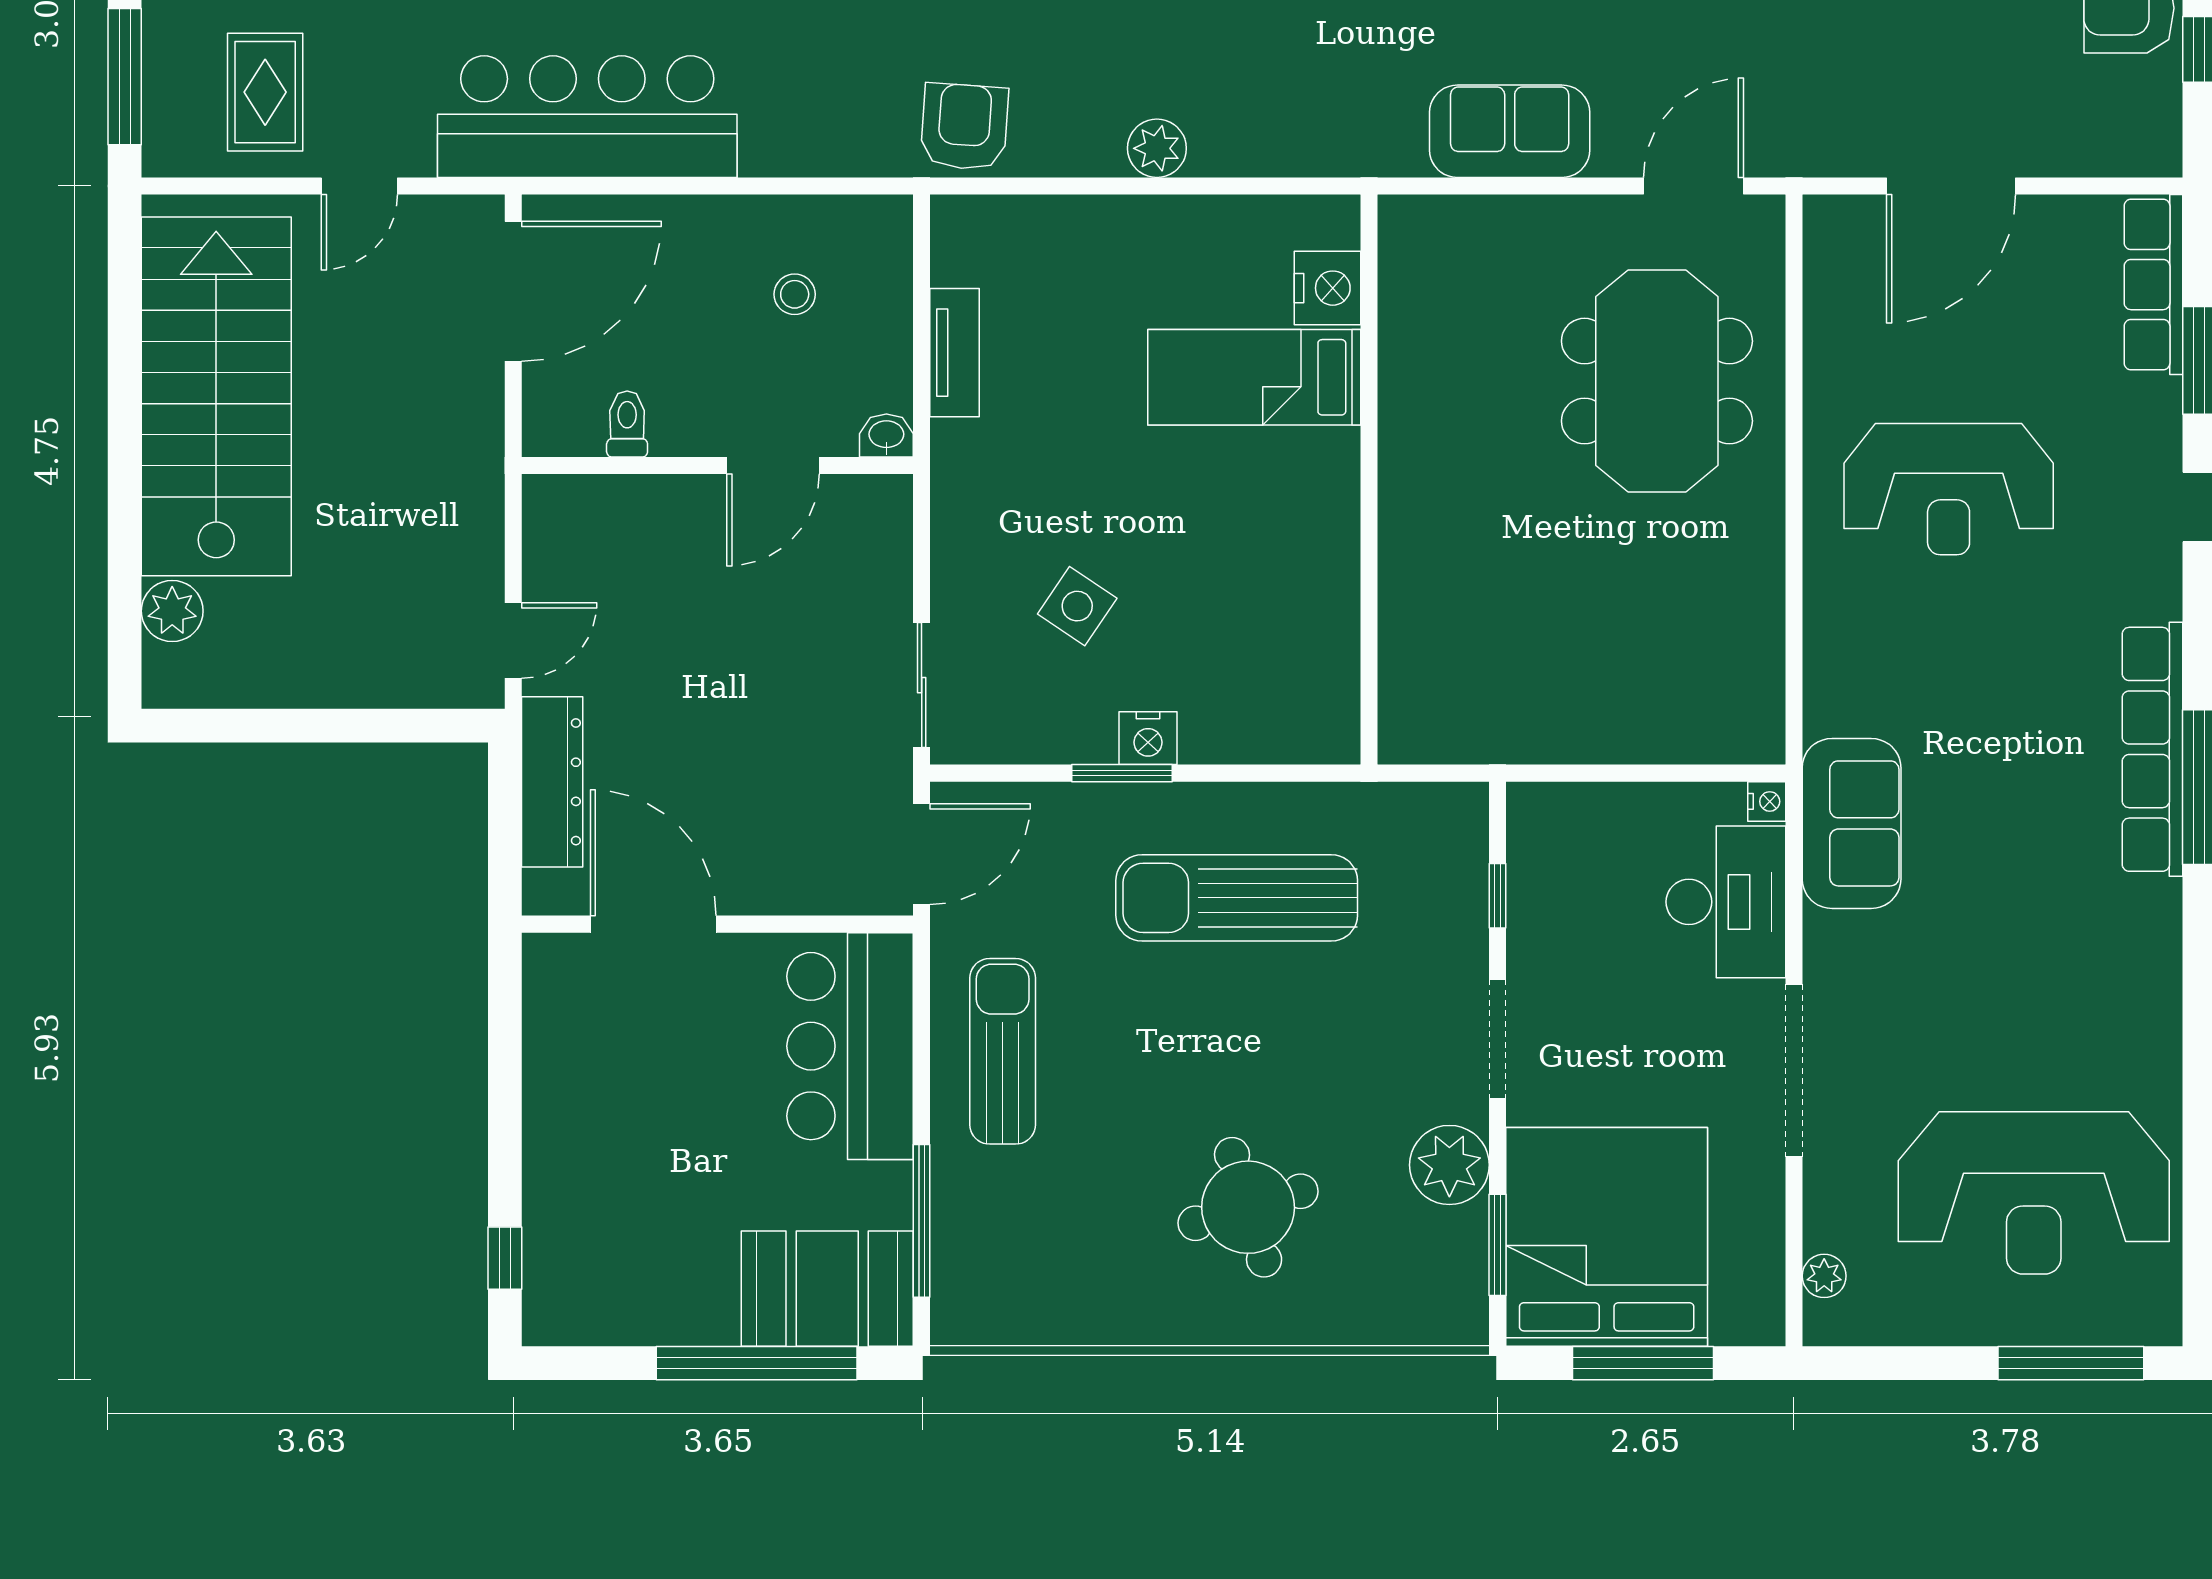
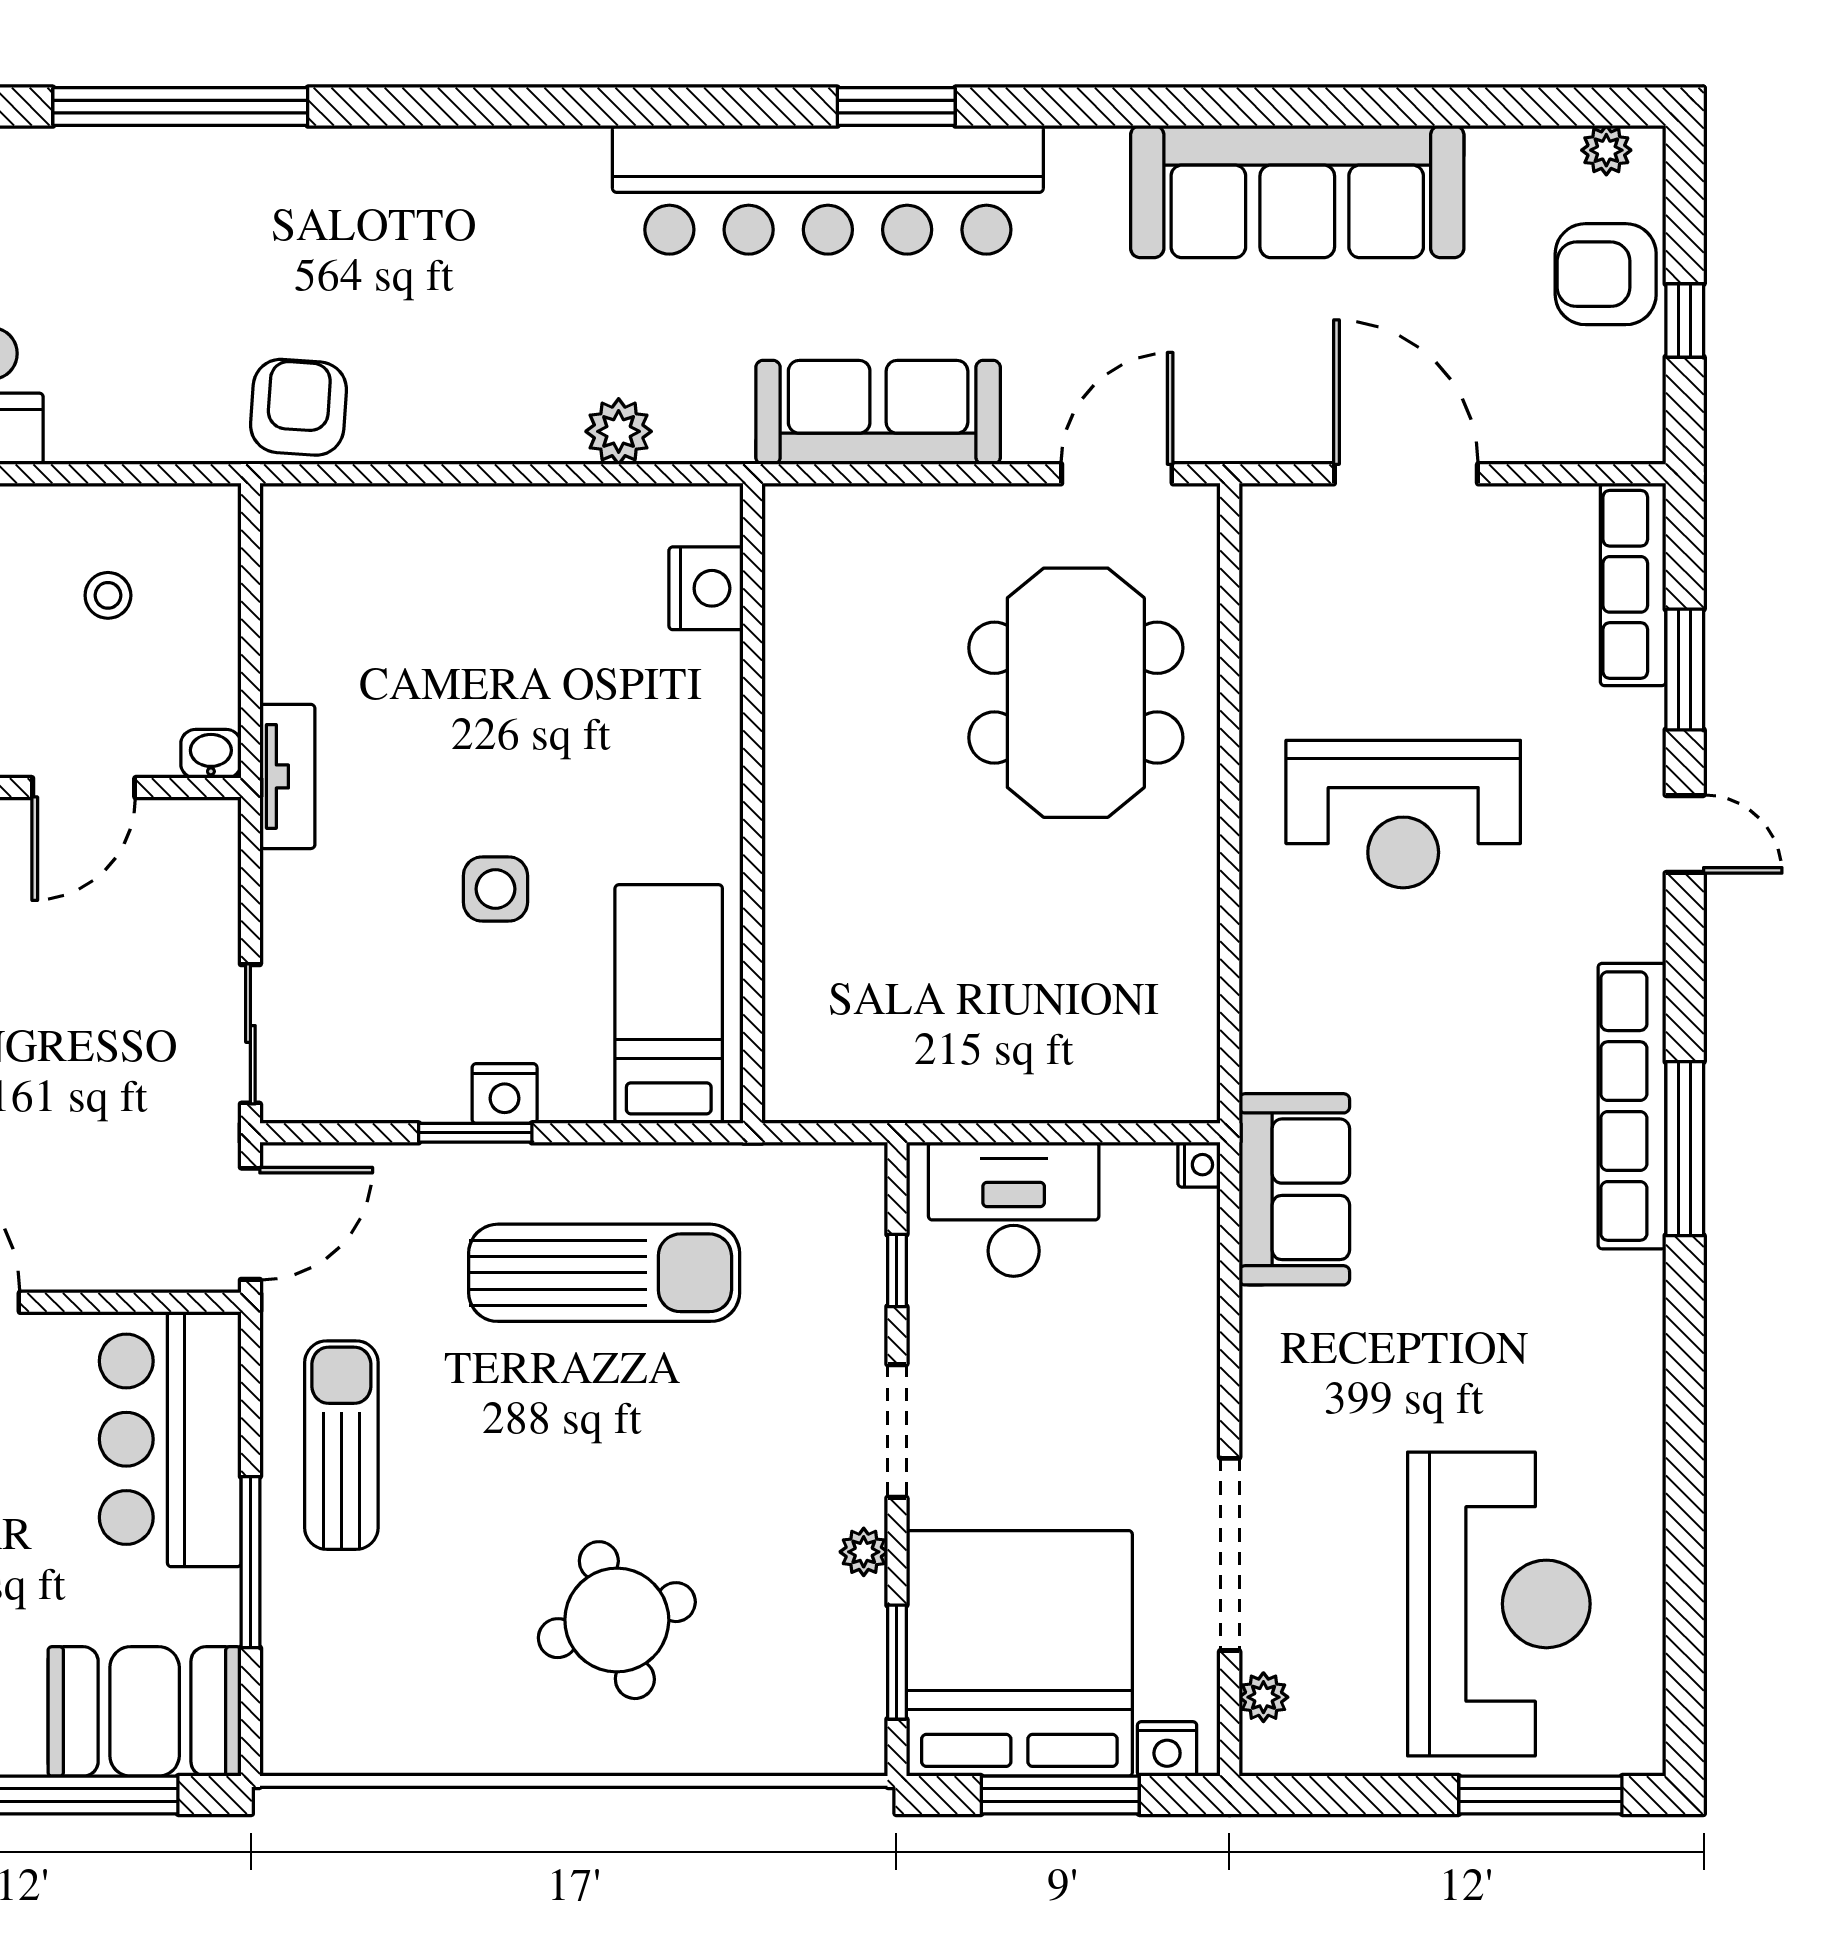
sofa: (1510, 131) -> (878, 412), width x1.36
plant: (1157, 148) -> (619, 431), moved
door: (1951, 186) -> (1406, 474), swing flipped
tv unit: (954, 353) -> (287, 776), moved
bed: (1254, 377) -> (669, 1004), moved, turned 90
side table: (1077, 606) -> (495, 889), moved, turned -34
sun lounger: (1237, 898) -> (604, 1273), turned 180
desk: (1726, 902) -> (1014, 1209), moved, turned -90
doorway: (1794, 1071) -> (1230, 1554), moved
plant: (1449, 1165) -> (864, 1552), width x0.53, depth x0.53
reception desk: (2034, 1193) -> (1499, 1604), turned -90
window: (922, 1221) -> (250, 1562), moved
nightstand: (1738, 1322) -> (1167, 1749), added

